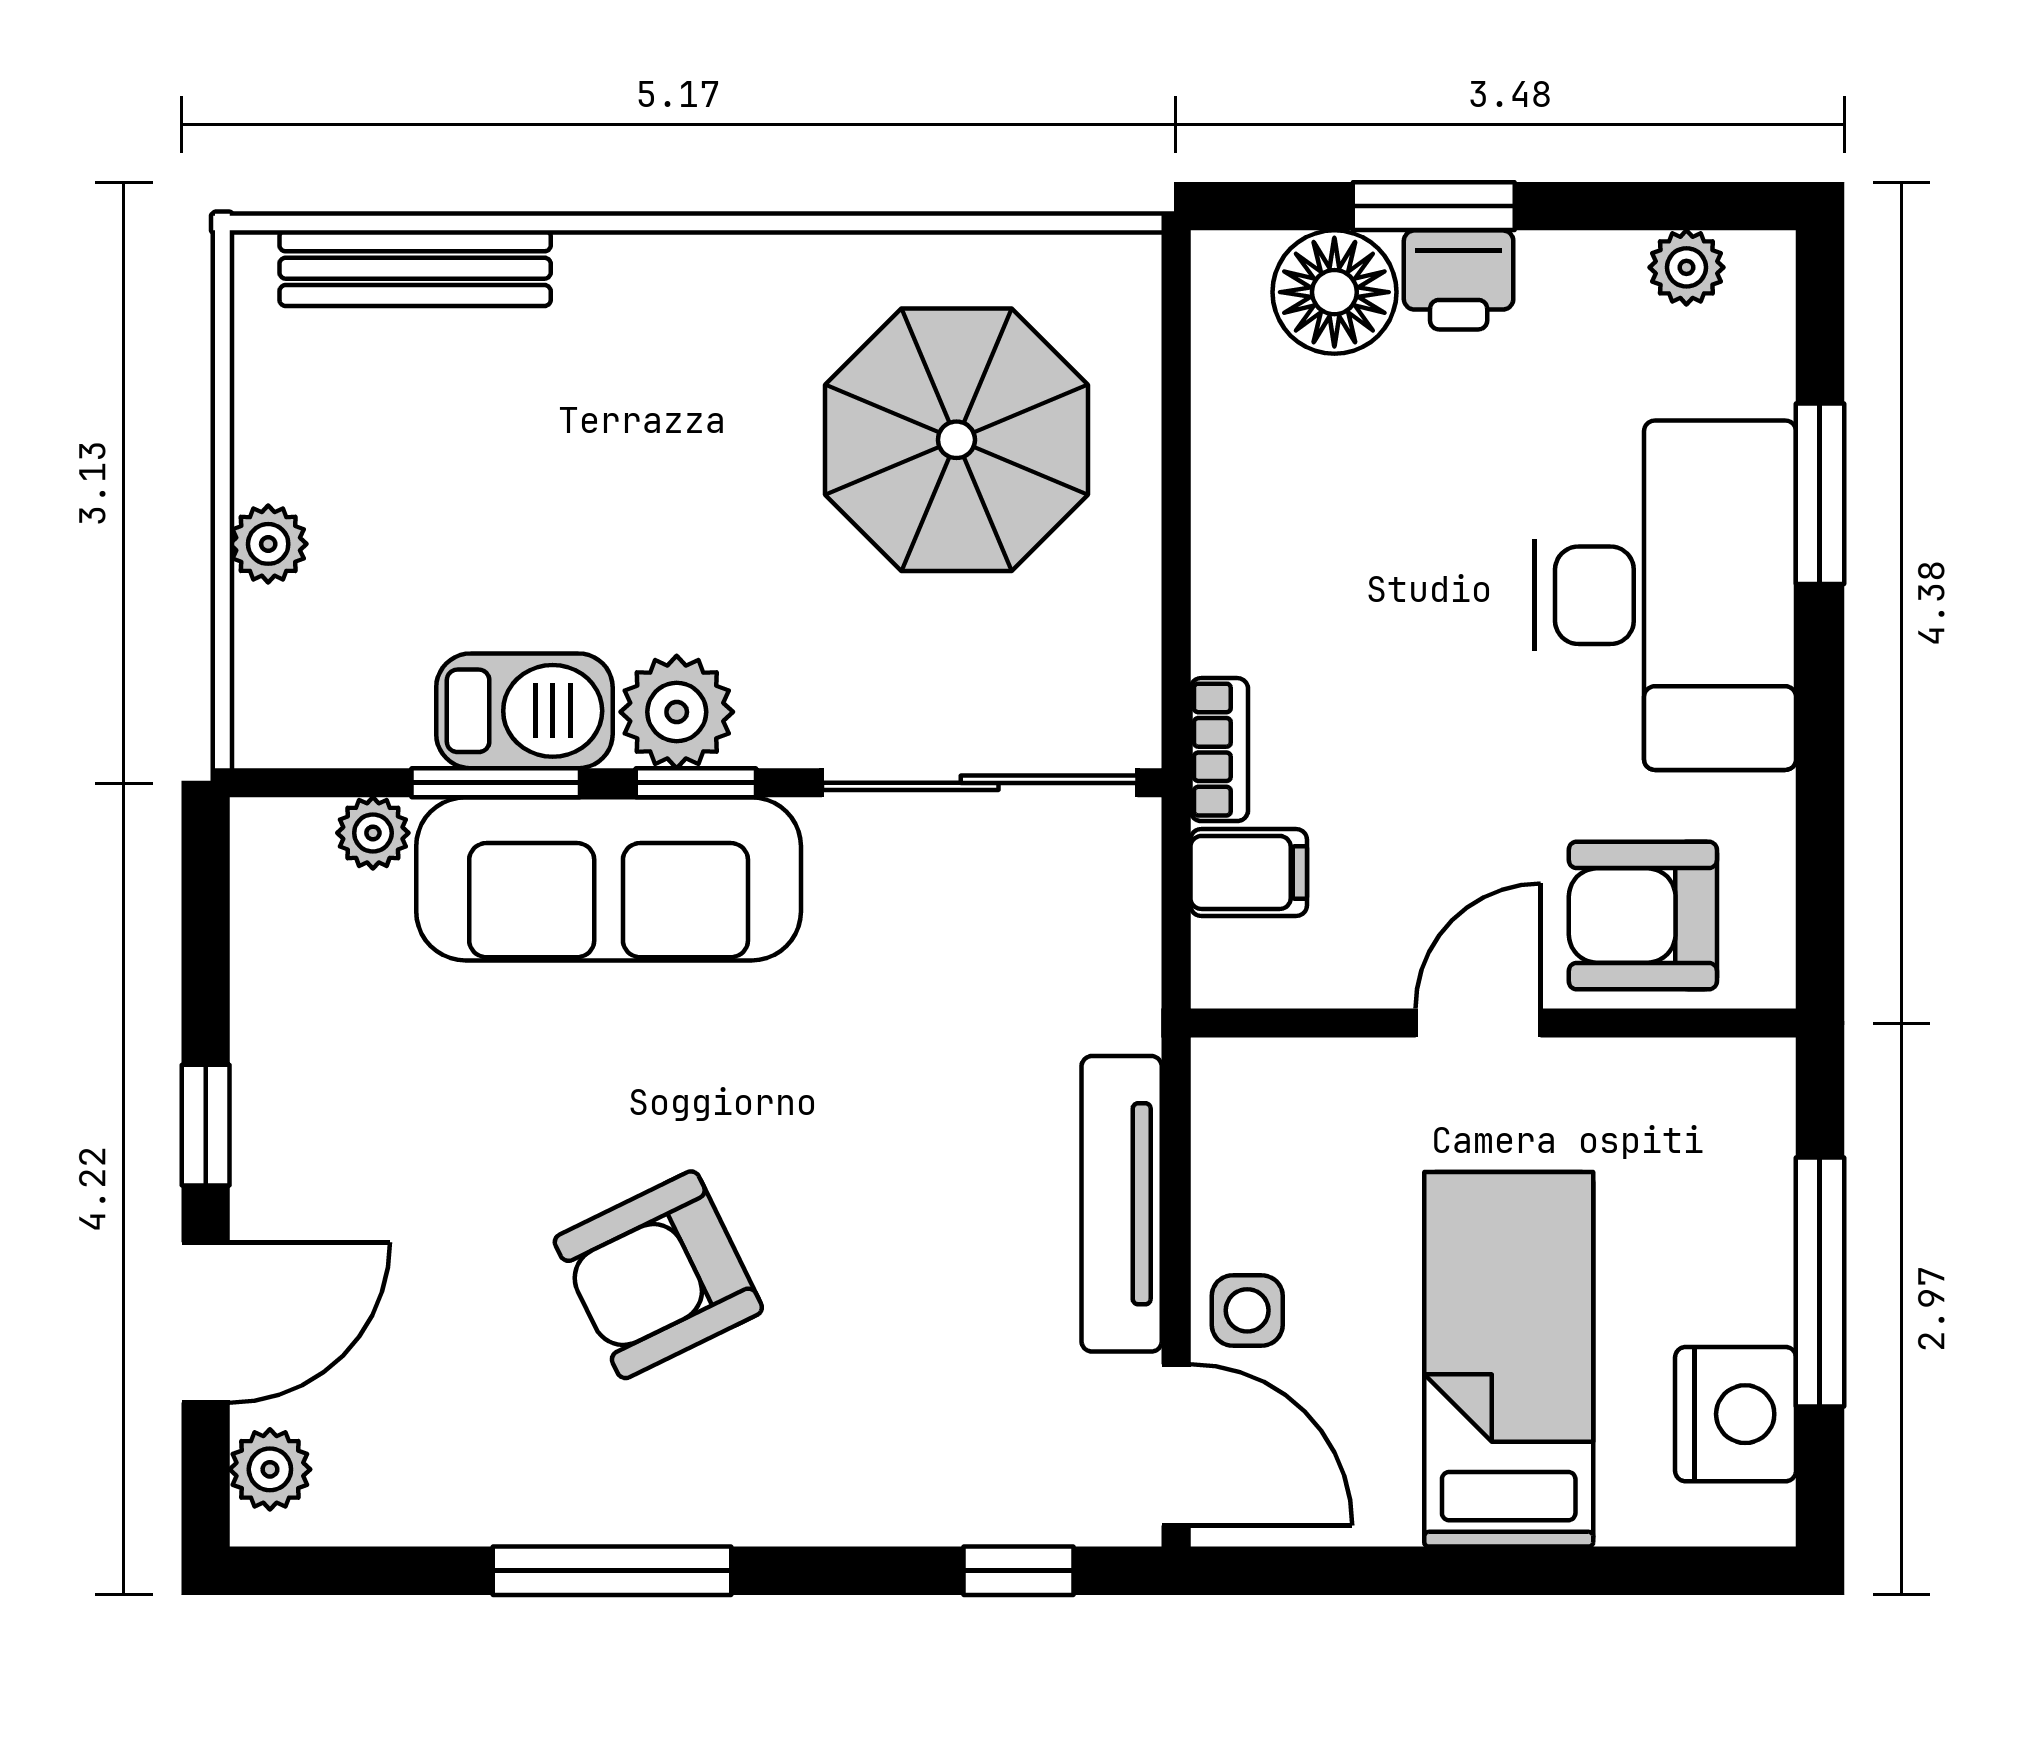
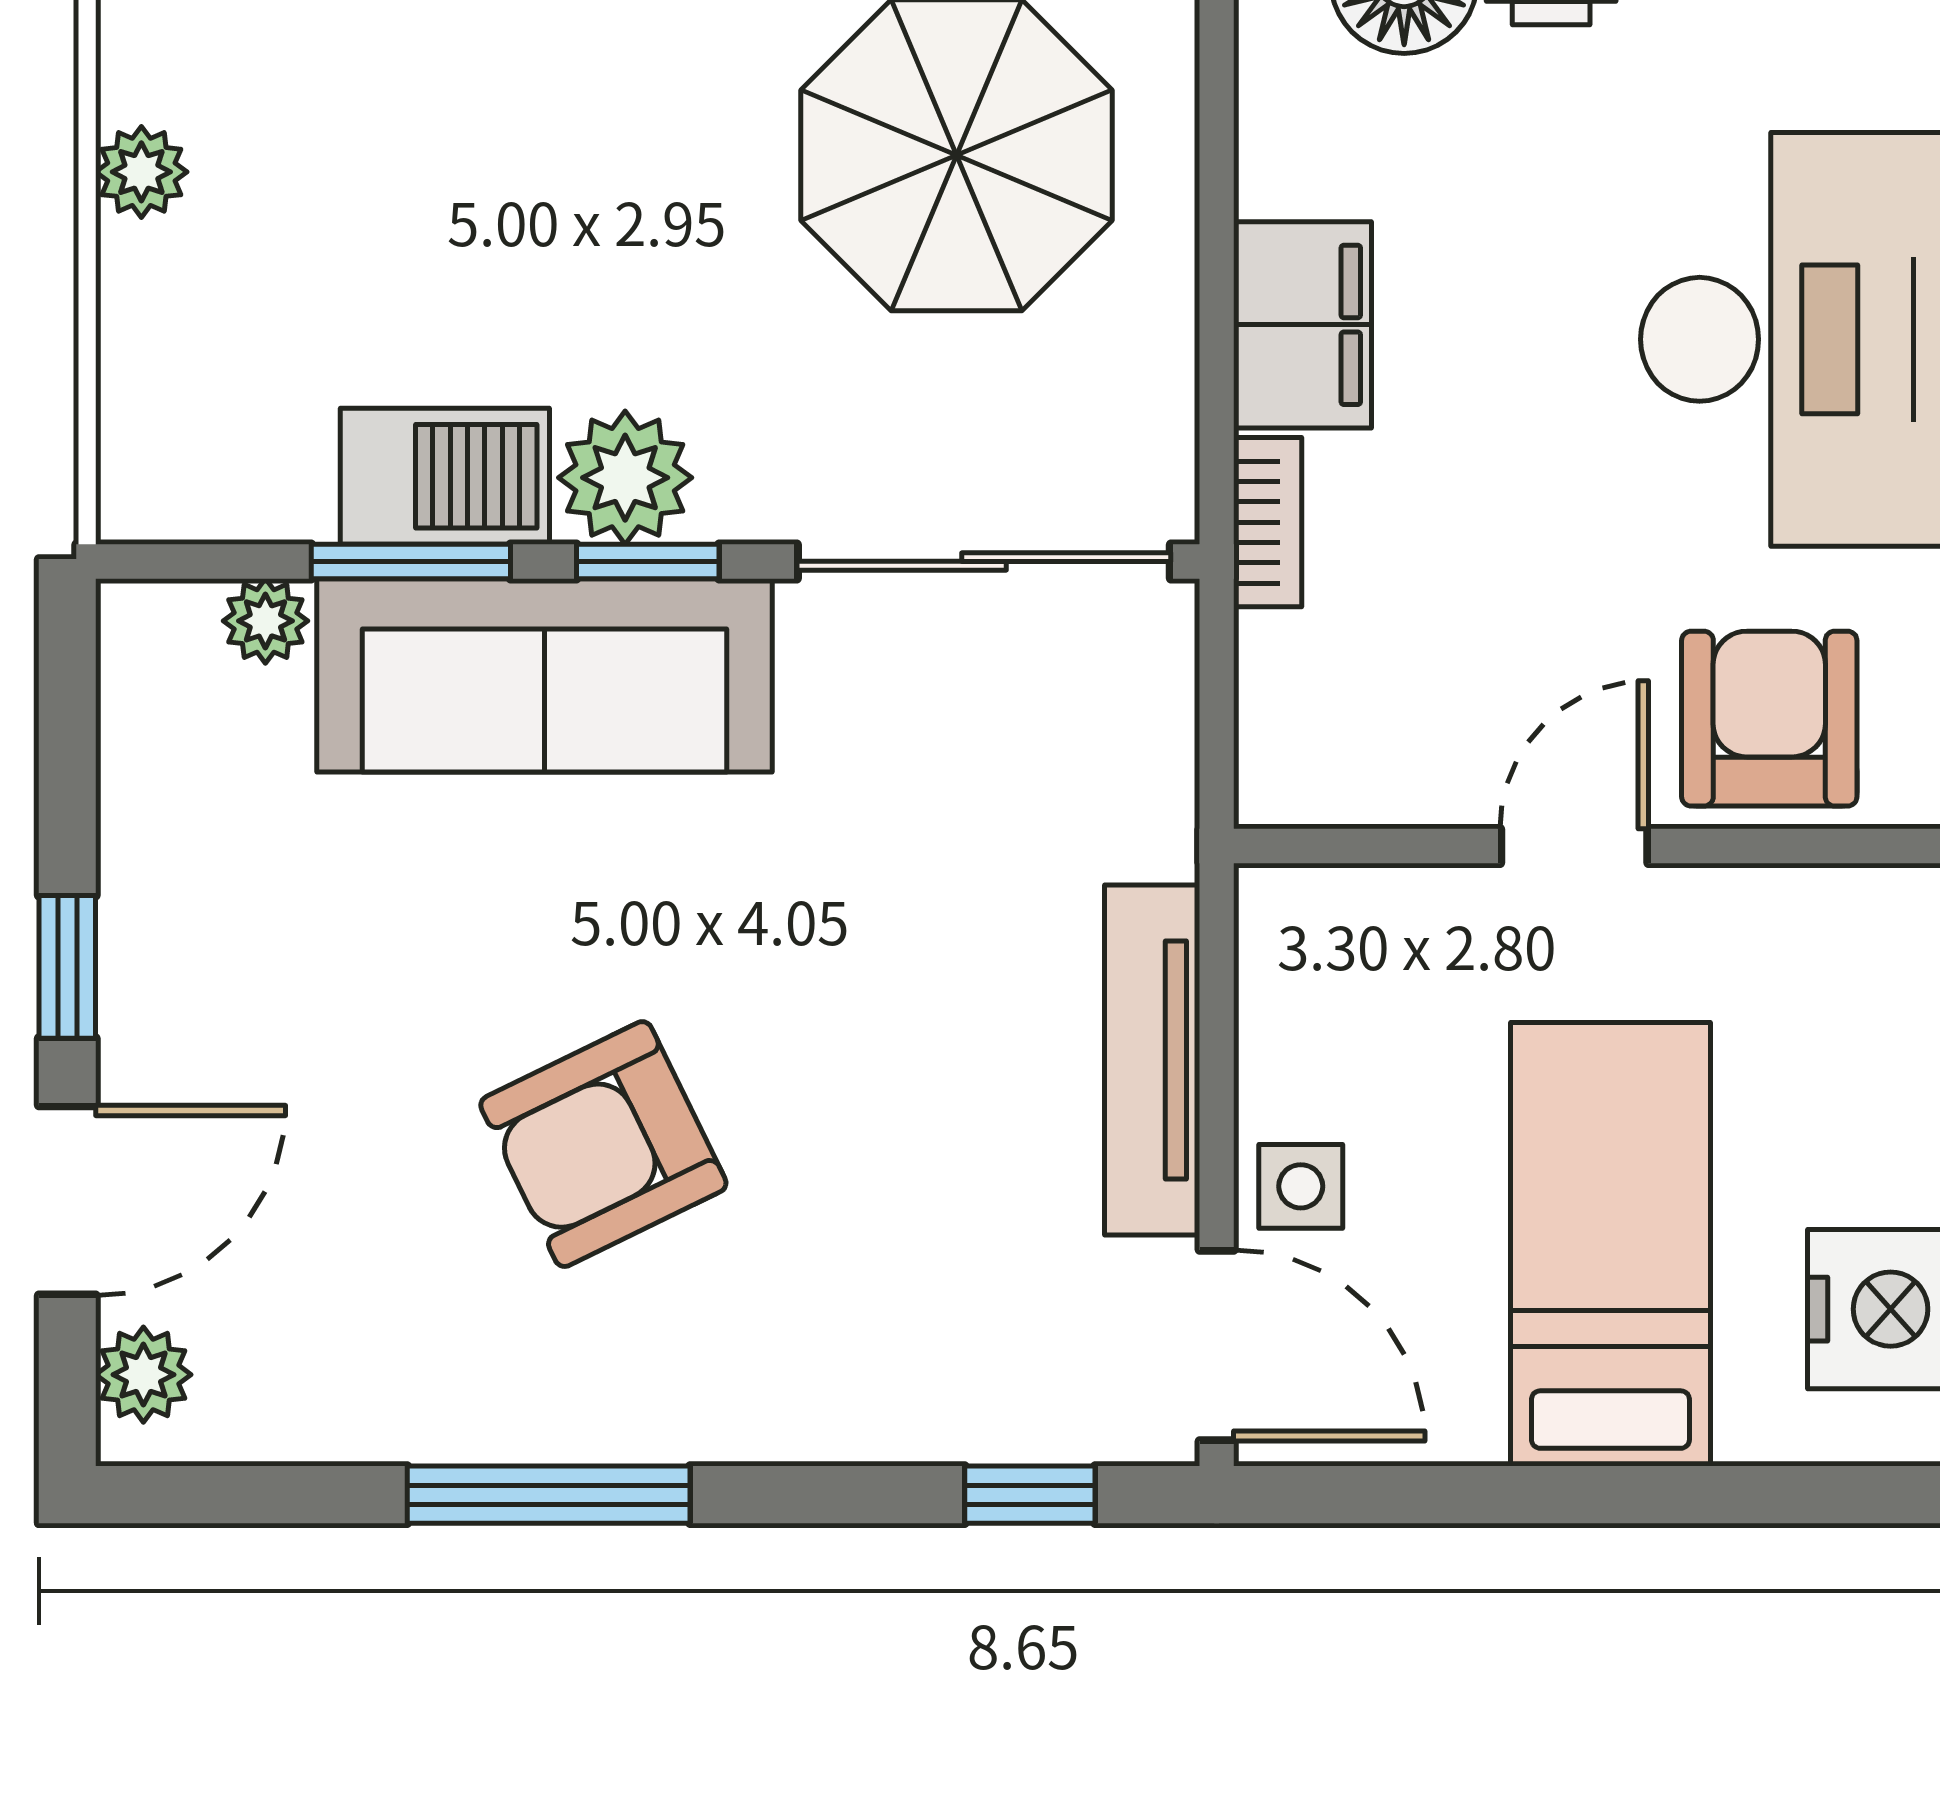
plant: (268, 544) -> (141, 172), moved
filing cabinet: (1249, 872) -> (1303, 325), moved, width x2.00
armchair: (1643, 915) -> (1769, 719), turned 90

